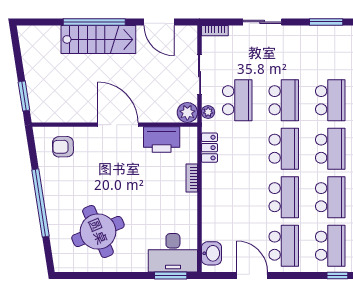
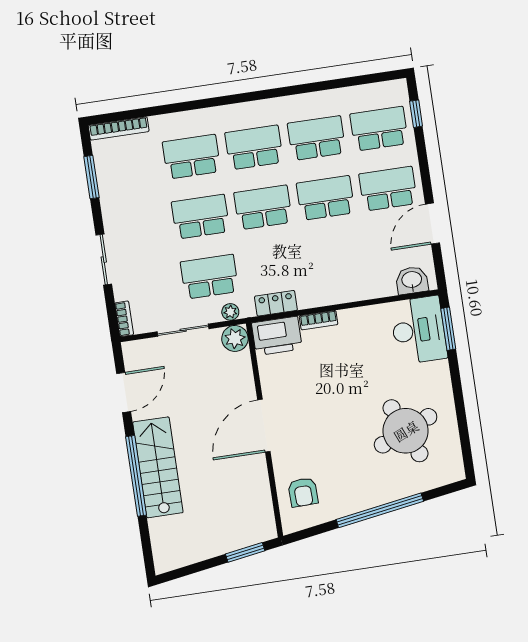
printer: (162, 140) -> (277, 336), moved, turned 90

